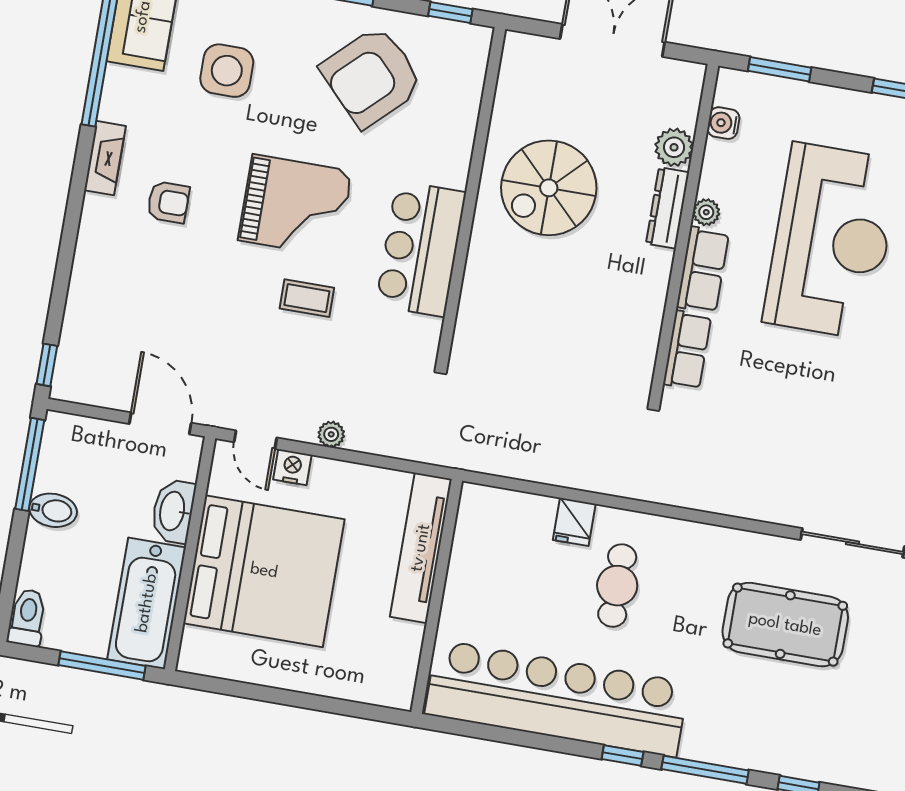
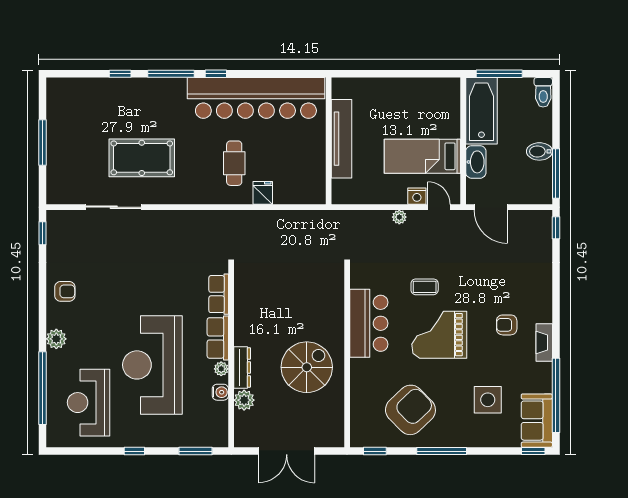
water cooler: (723, 123) -> (220, 392), moved
tv unit: (421, 548) -> (342, 139), moved
bed: (264, 571) -> (422, 156), width x0.49

